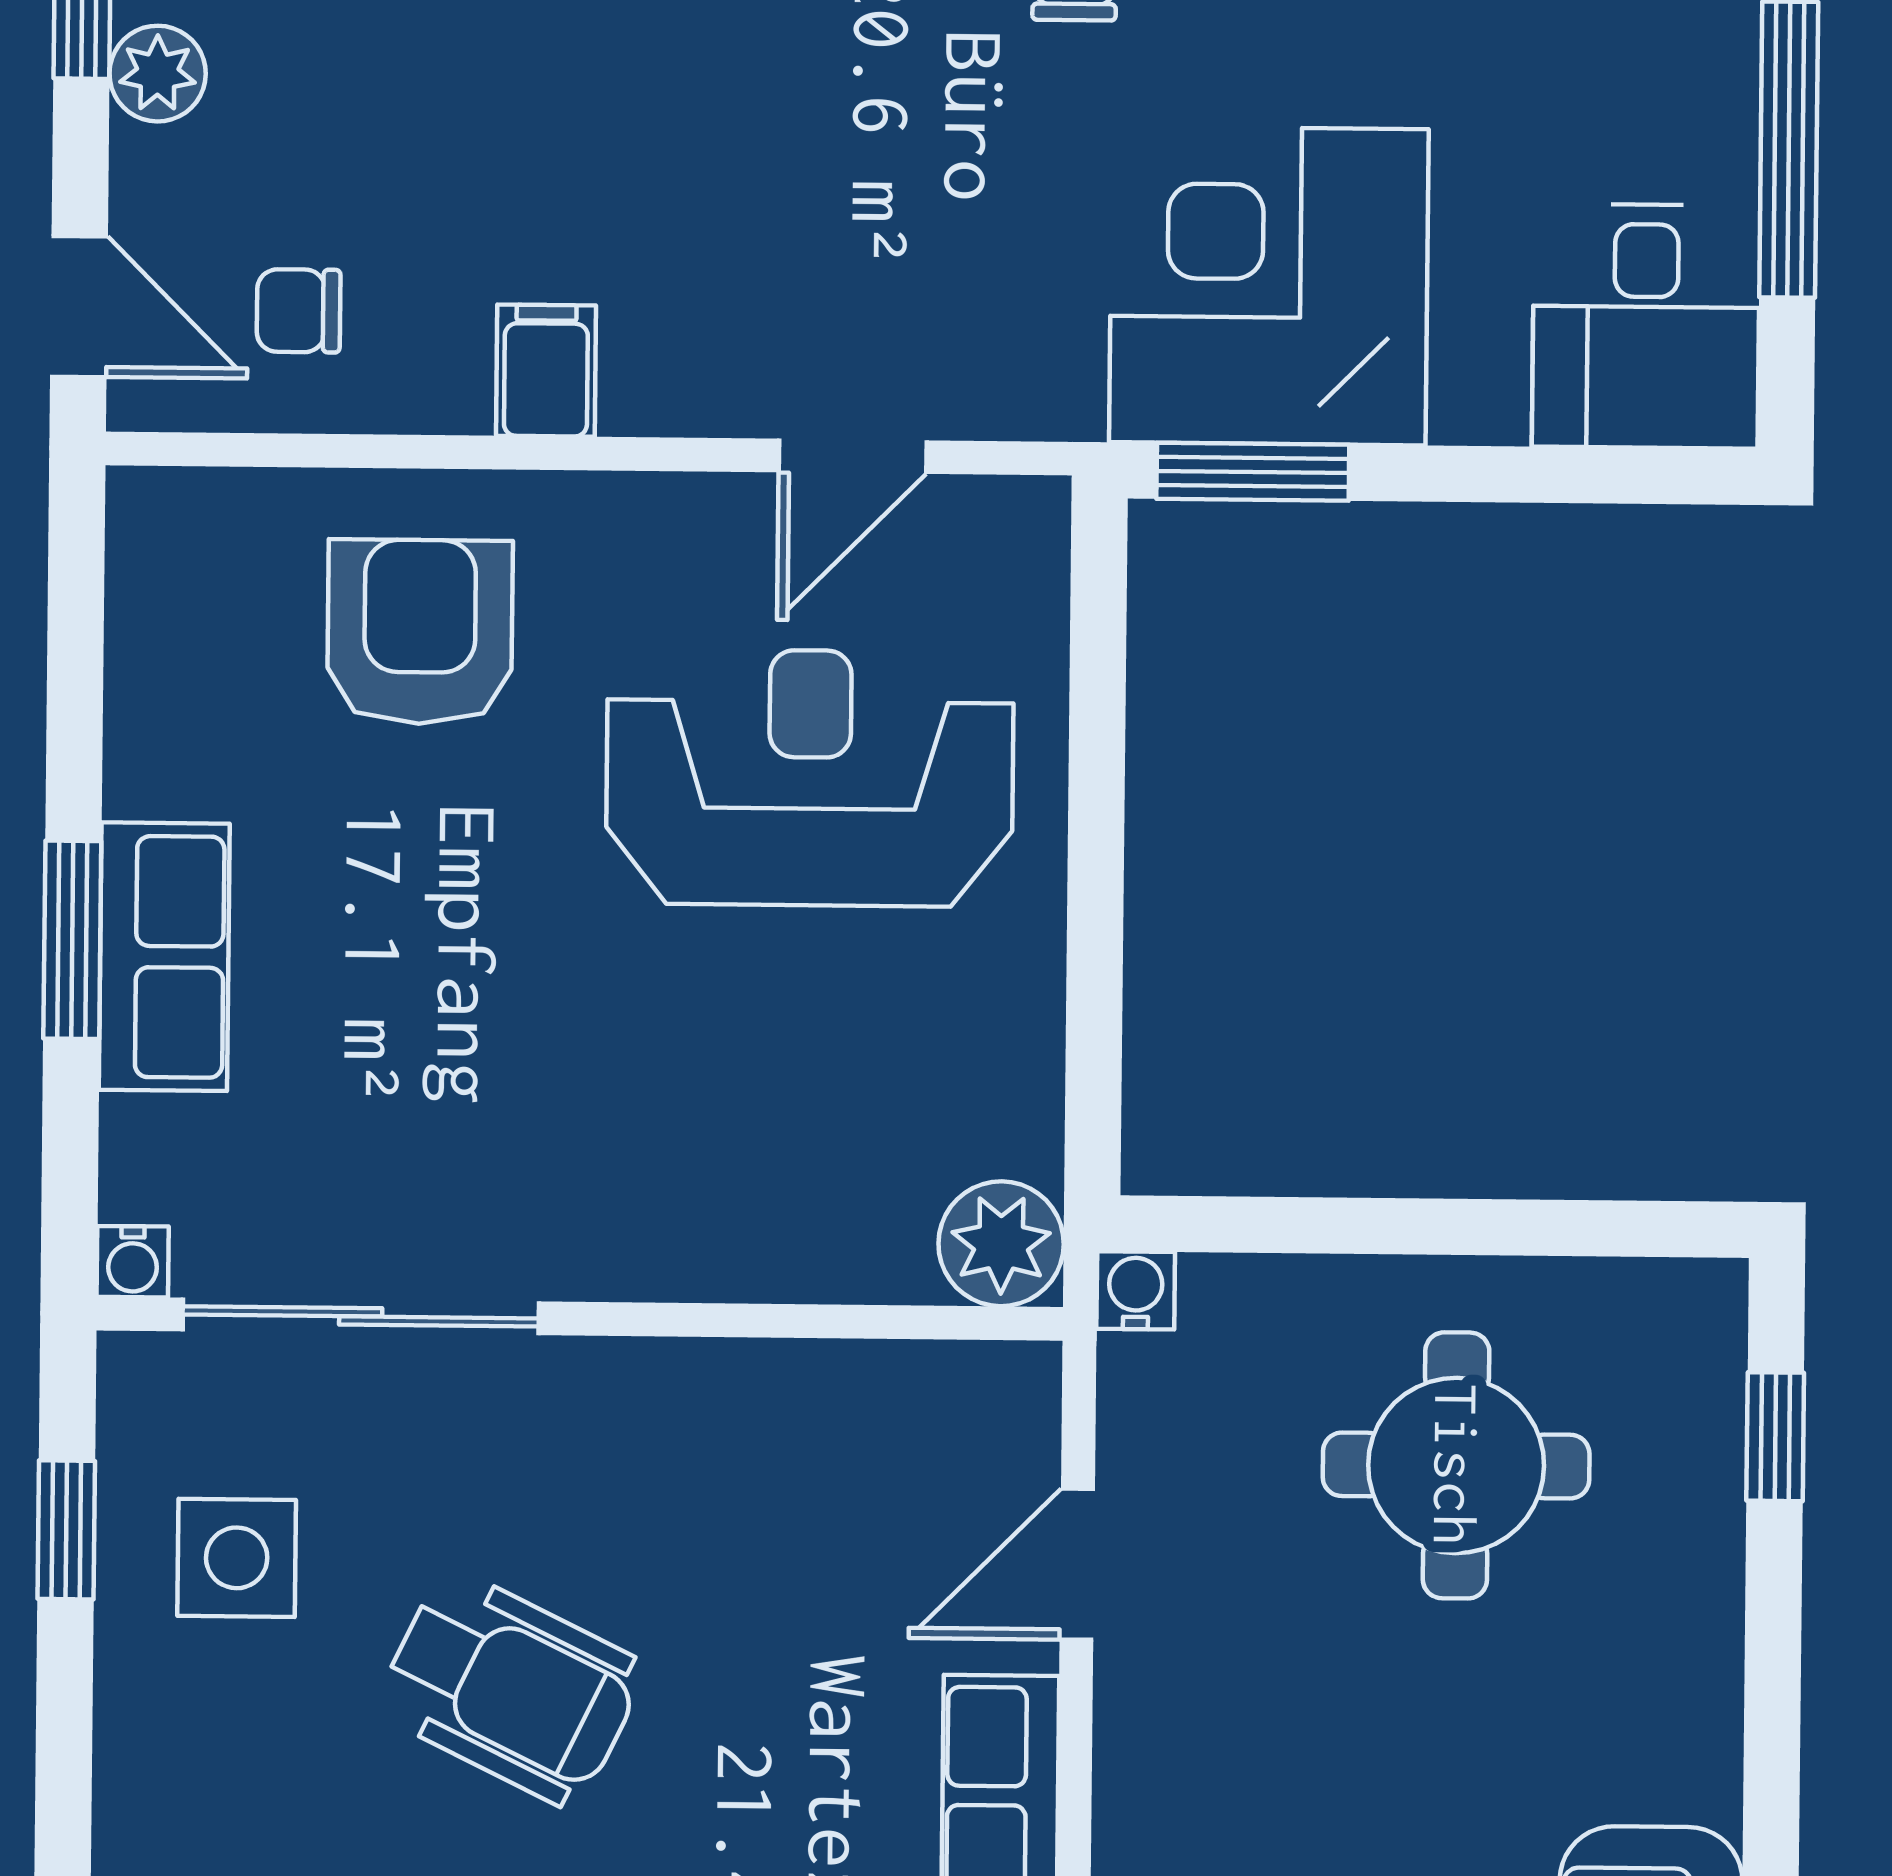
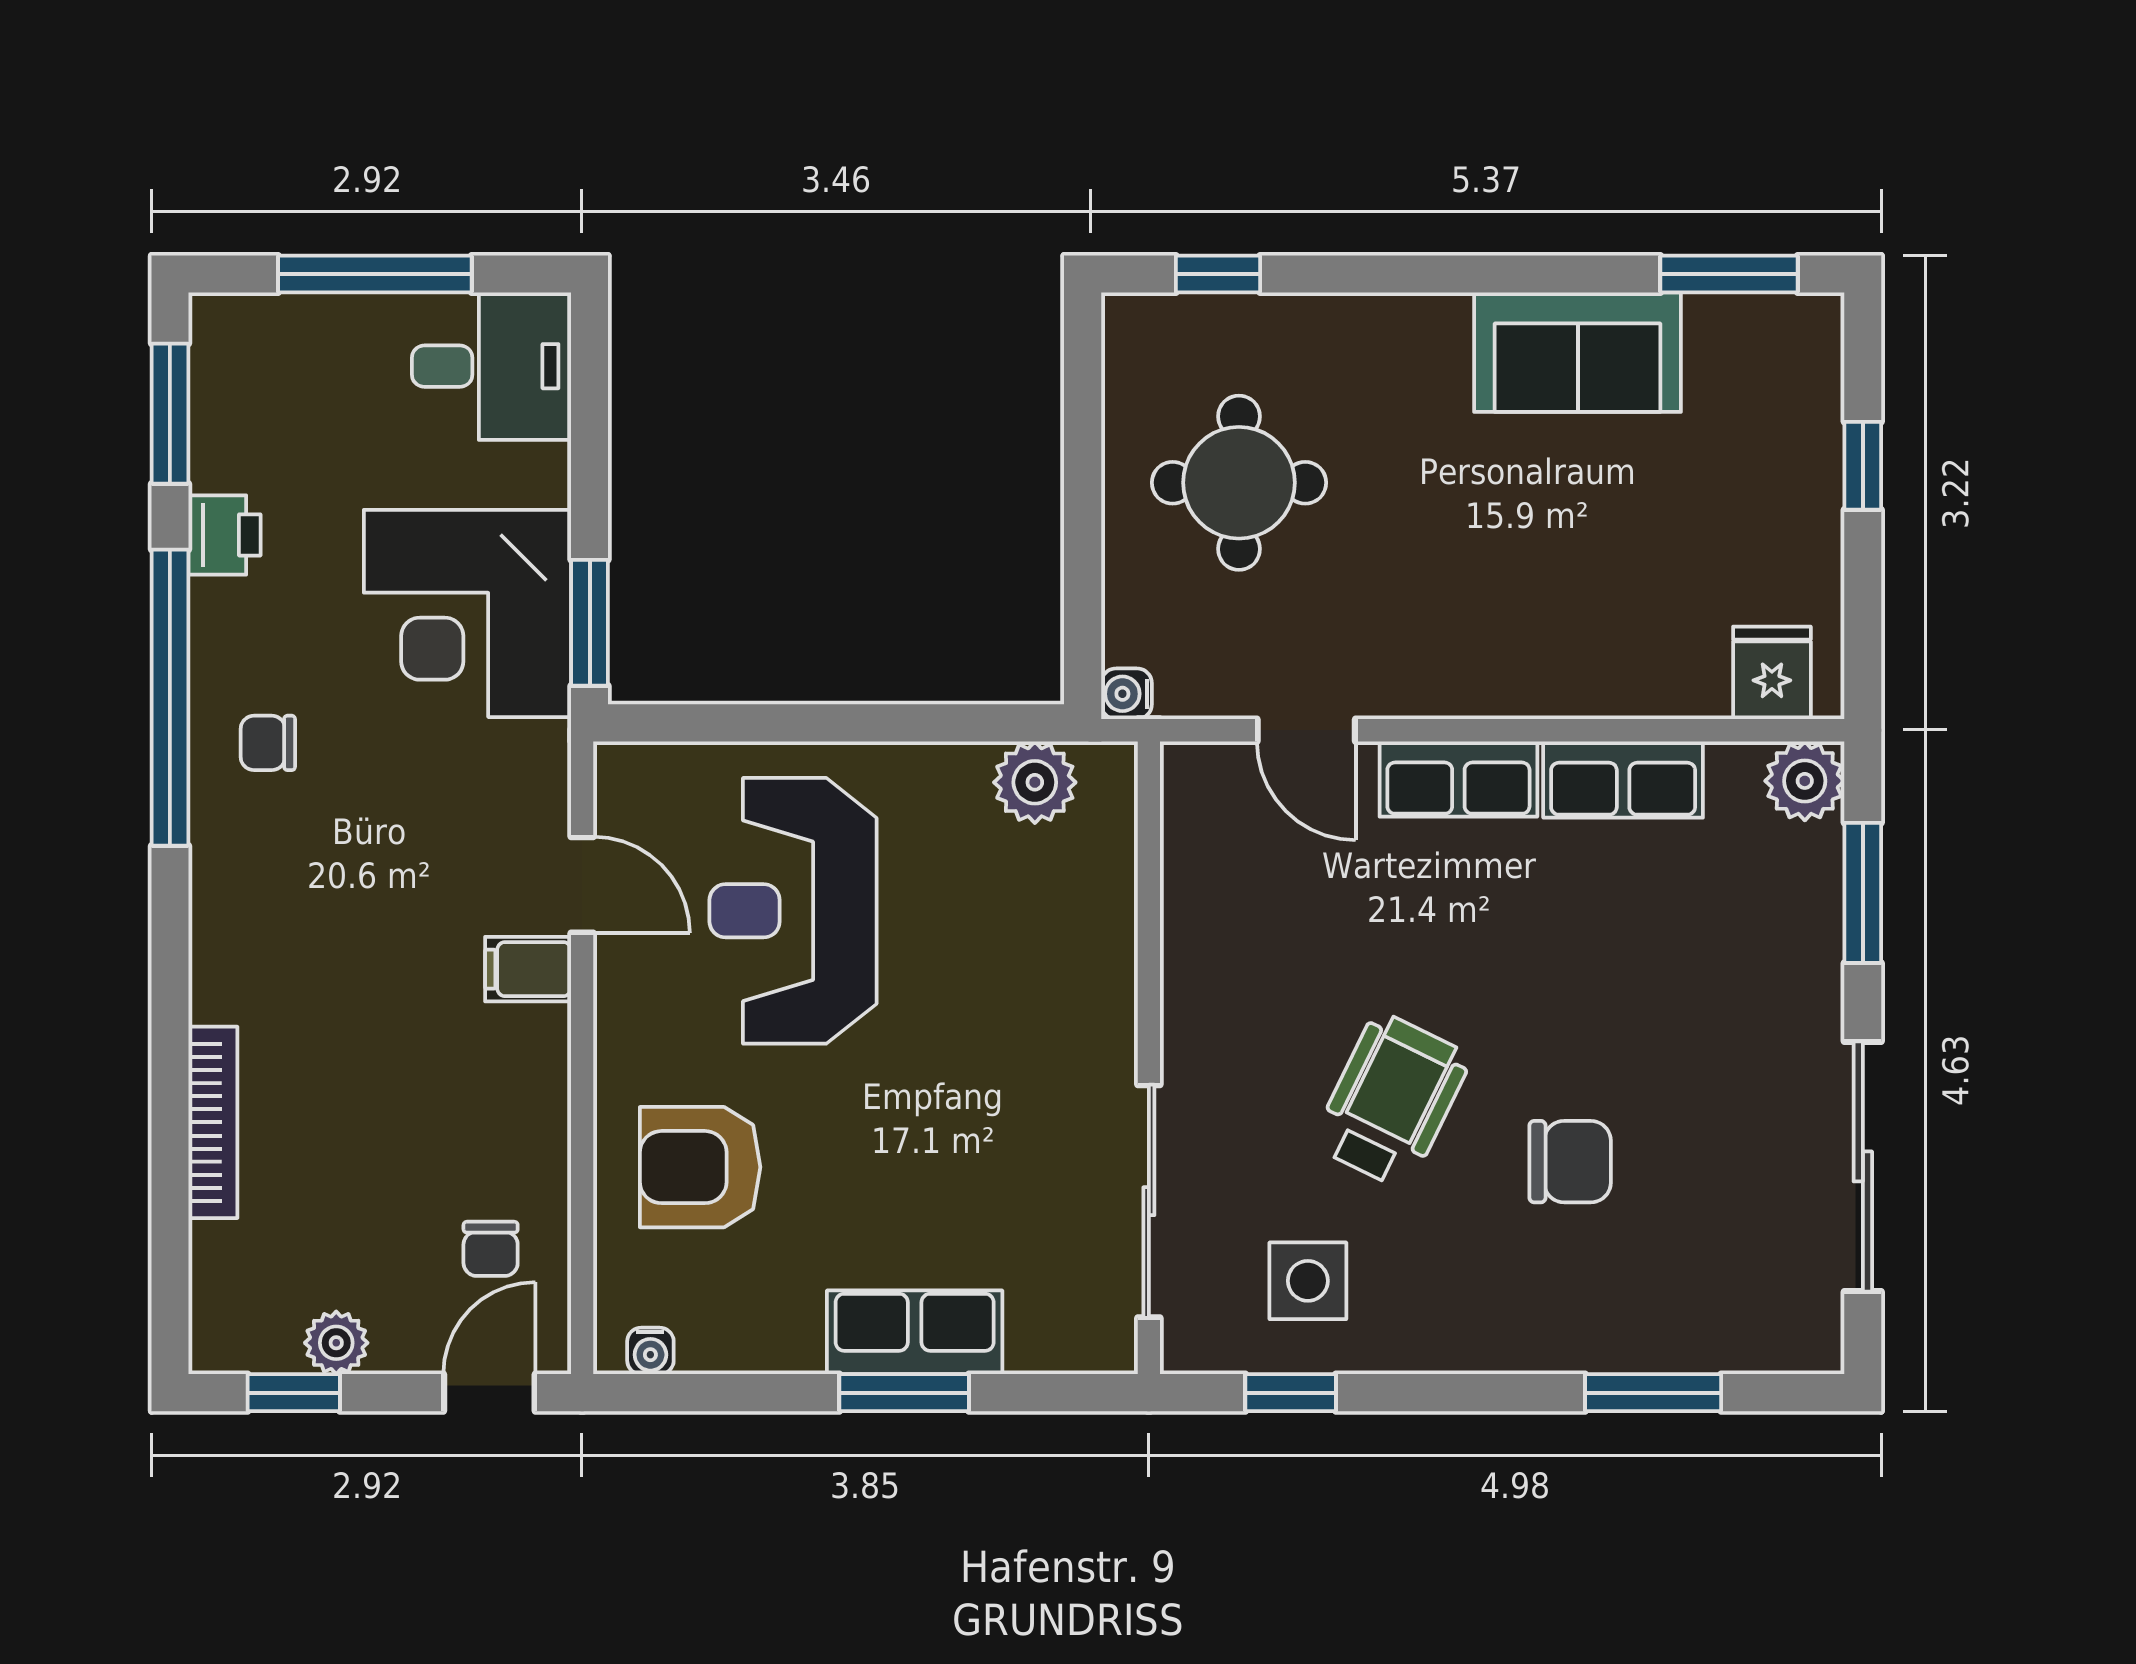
filing cabinet: (546, 371) -> (528, 969), moved
plant: (1001, 1244) -> (1035, 782), moved
water cooler: (133, 1262) -> (650, 1351), moved, turned 90

